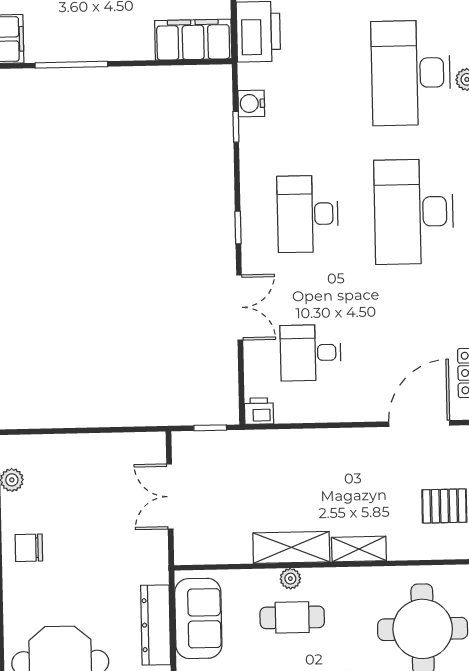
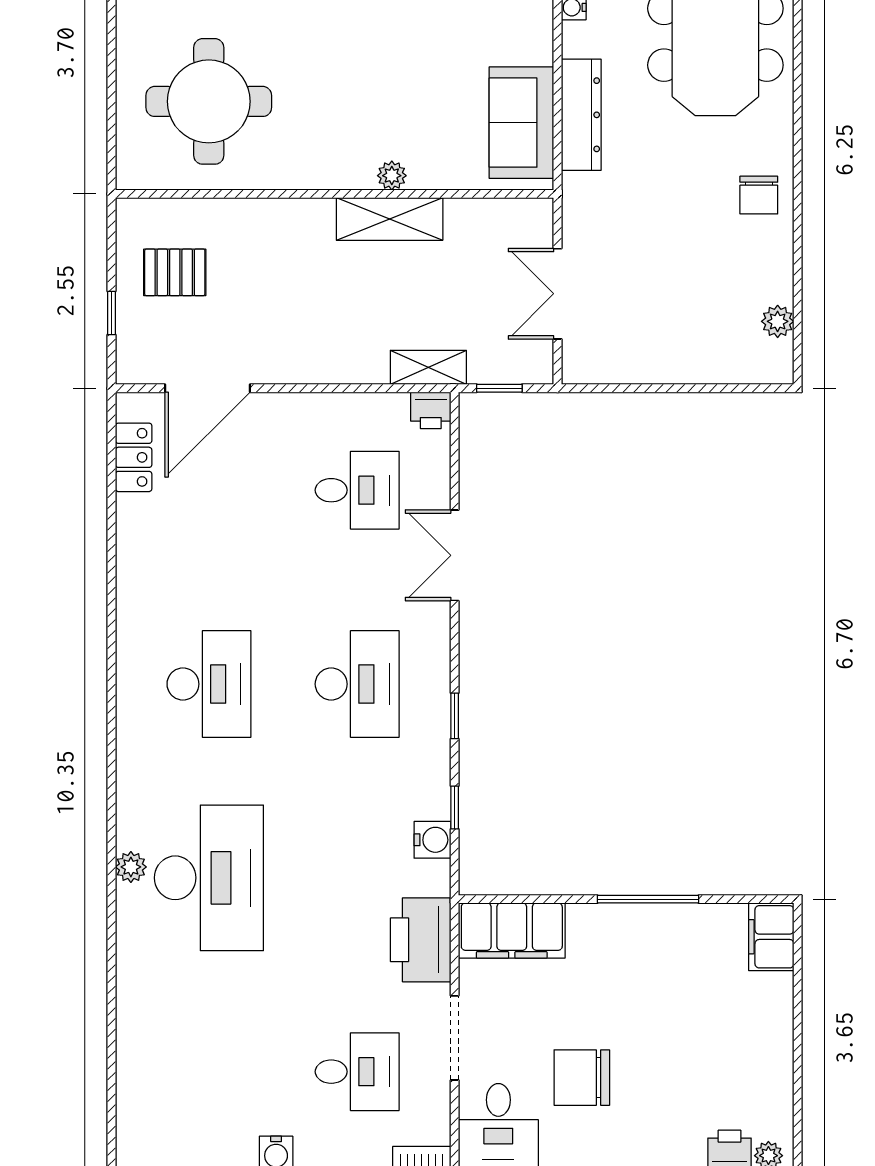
window: (71, 65) -> (648, 899), moved
desk: (414, 212) -> (209, 684), width x0.73, depth x0.77
window: (238, 228) -> (455, 716), moved
double door: (170, 496) -> (558, 294), swing flipped
chair: (29, 548) -> (759, 195), moved, turned 90
shelving: (359, 549) -> (428, 367), moved
cafe table: (292, 617) -> (390, 121), removed

